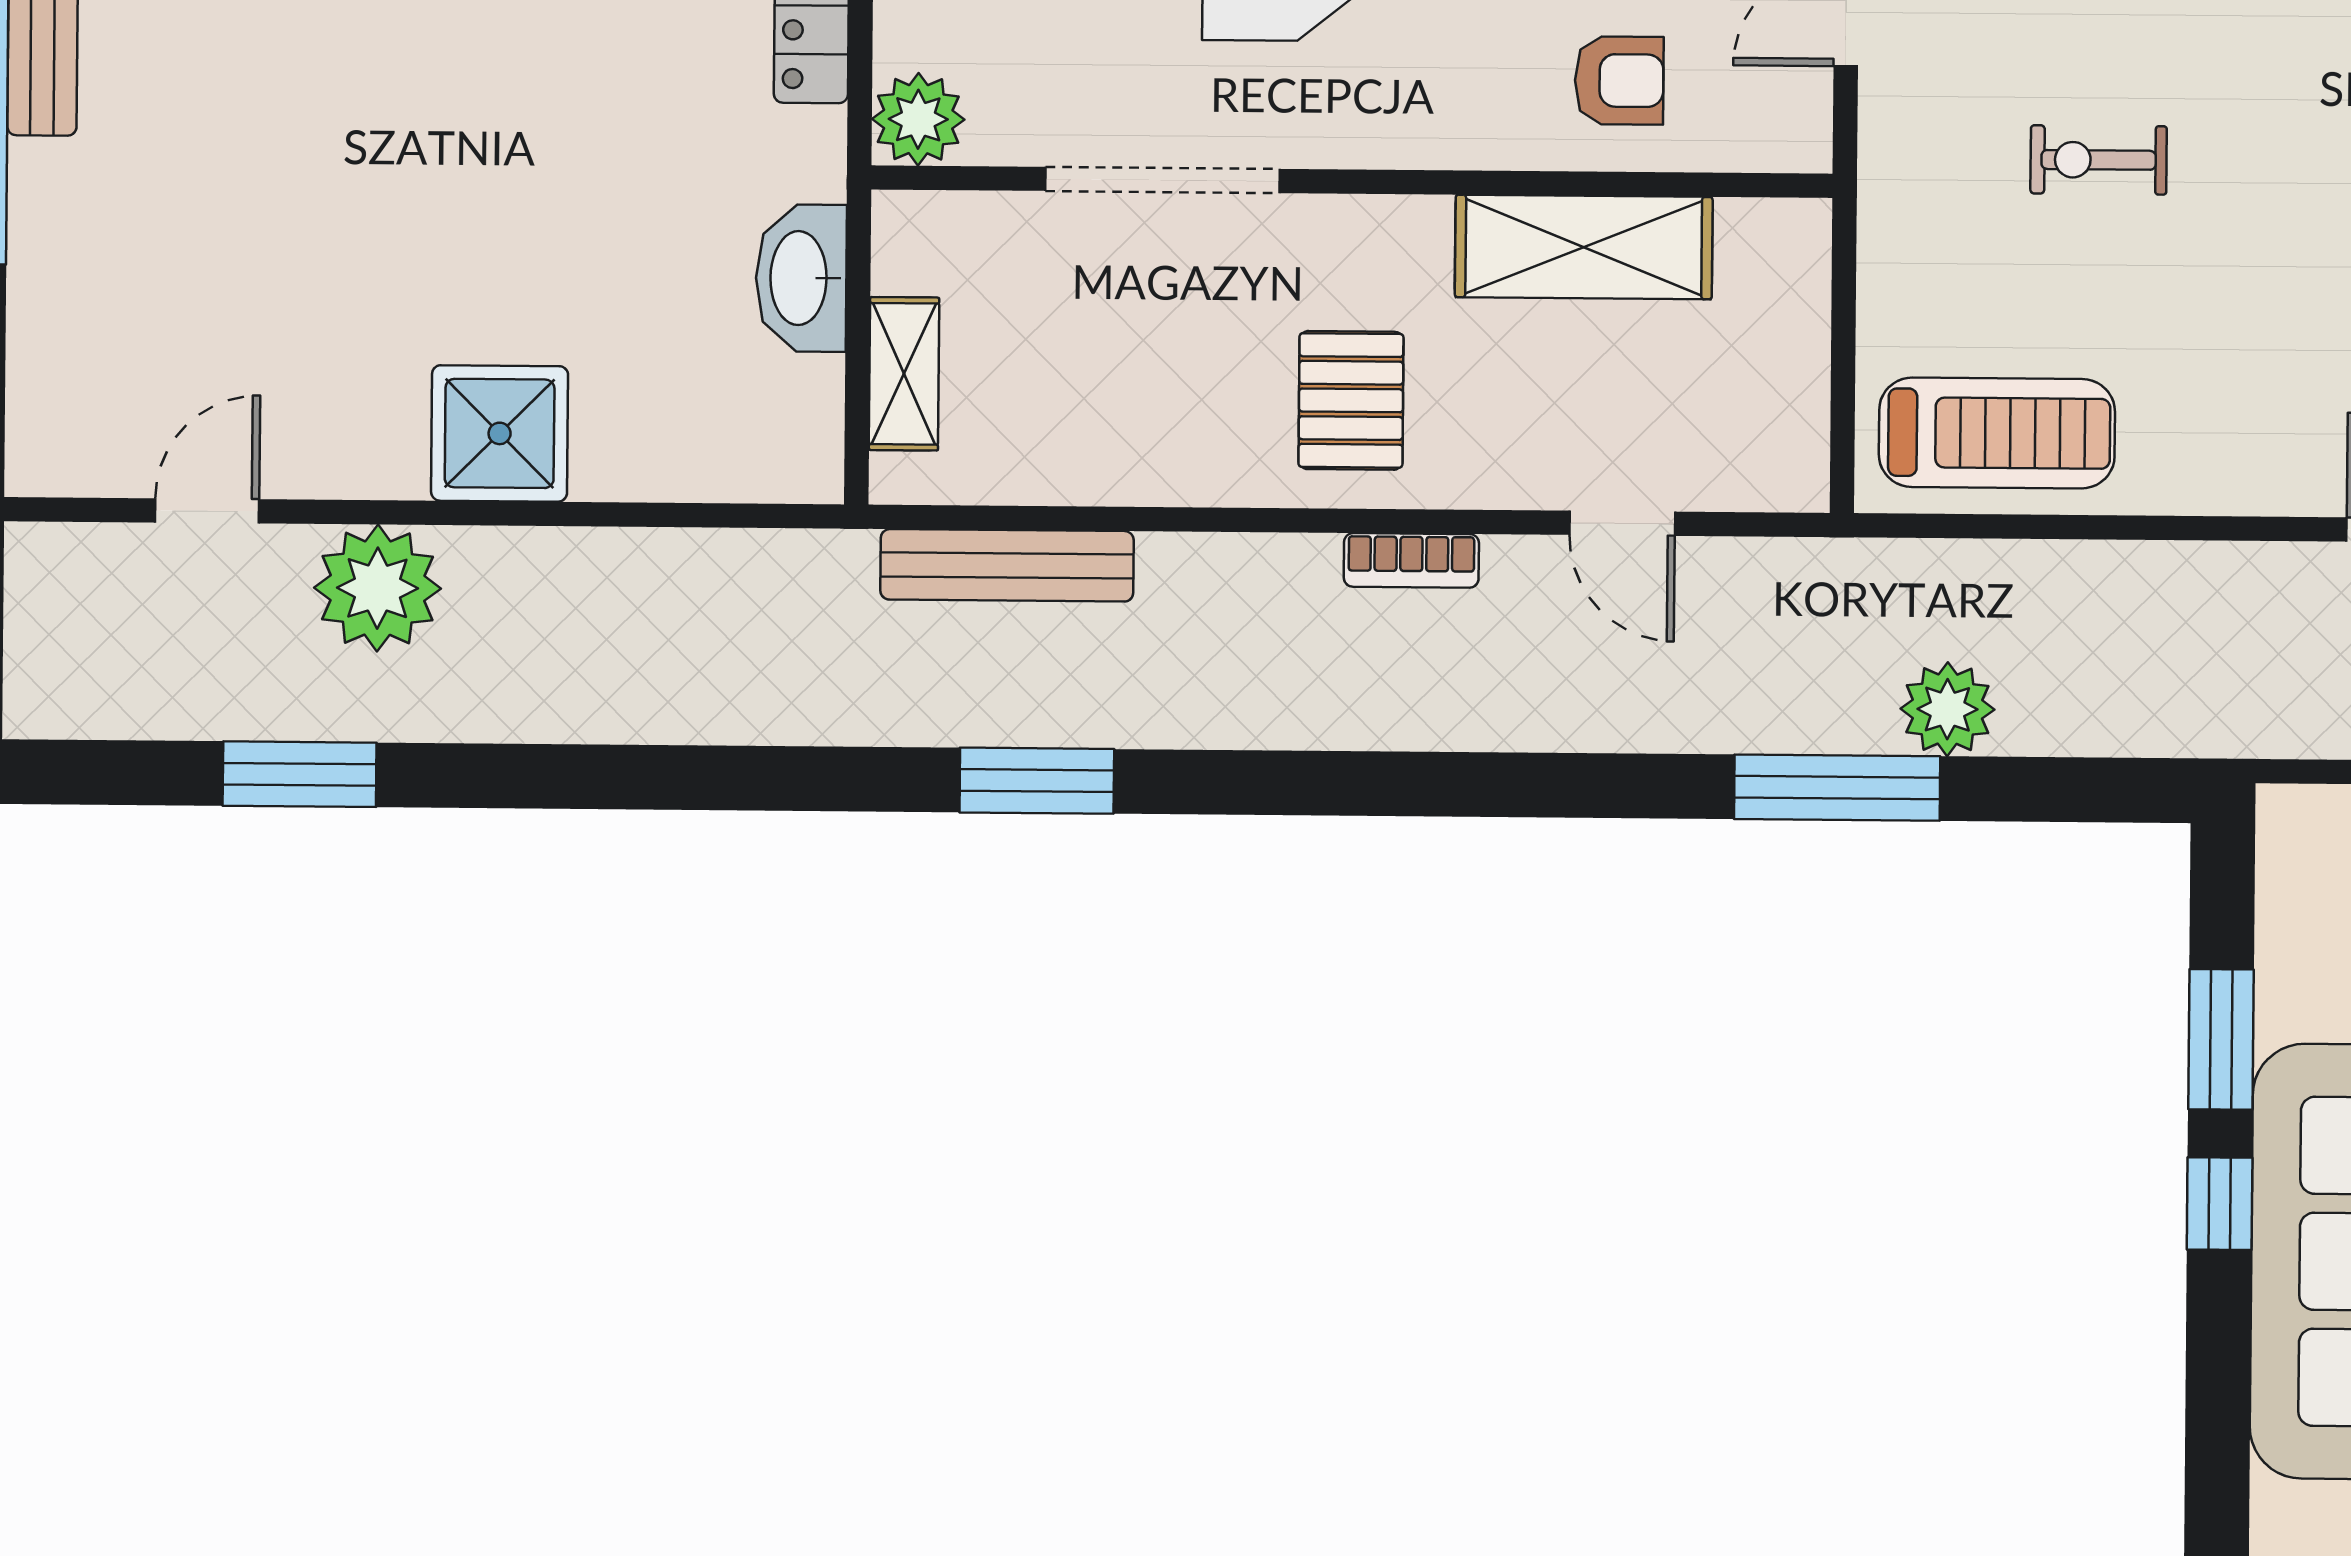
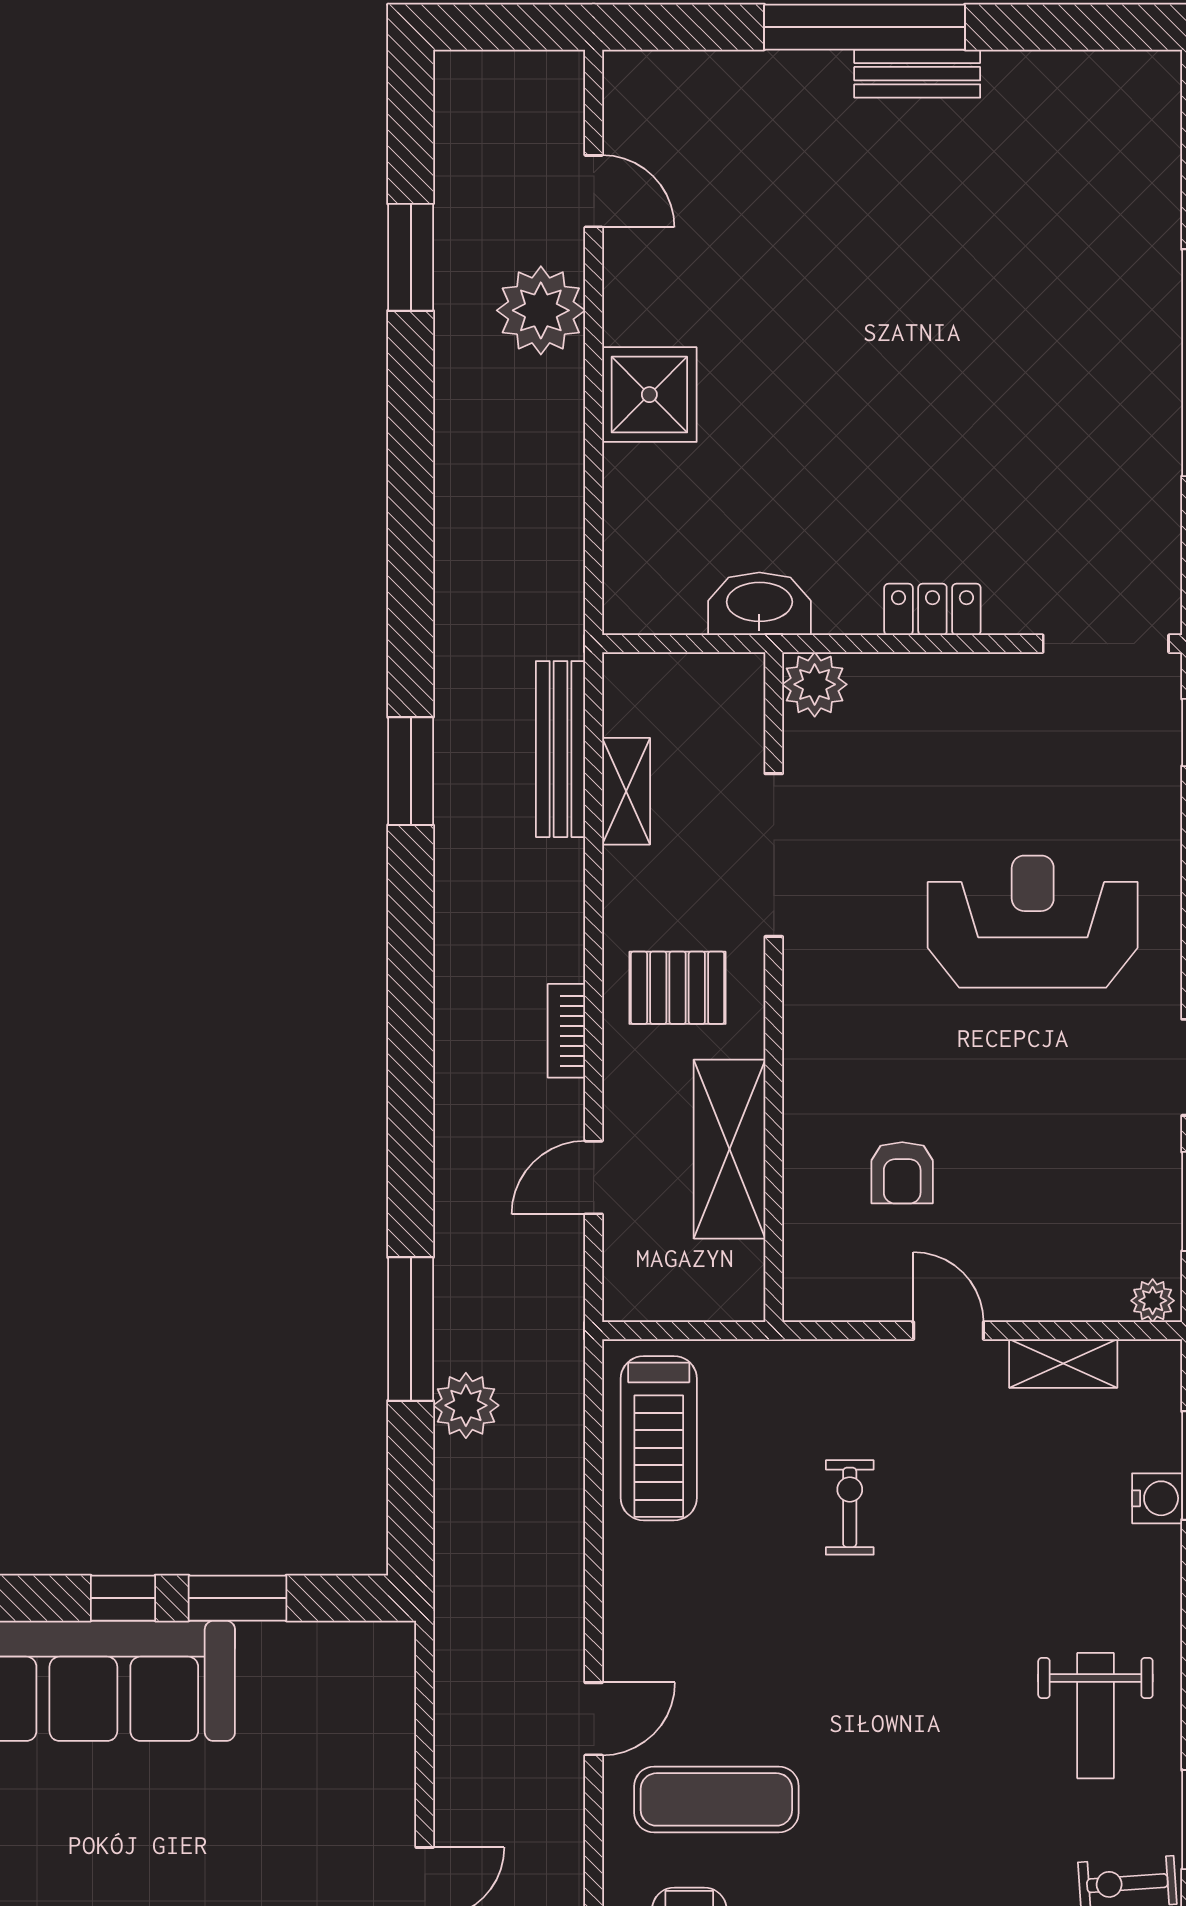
plant: (918, 119) -> (815, 684), moved
doorway: (1163, 180) -> (774, 855), moved
wall: (1352, 182) -> (774, 987), moved
shelving: (1584, 247) -> (730, 1149), moved
shelving: (904, 374) -> (626, 791), moved, turned 90

